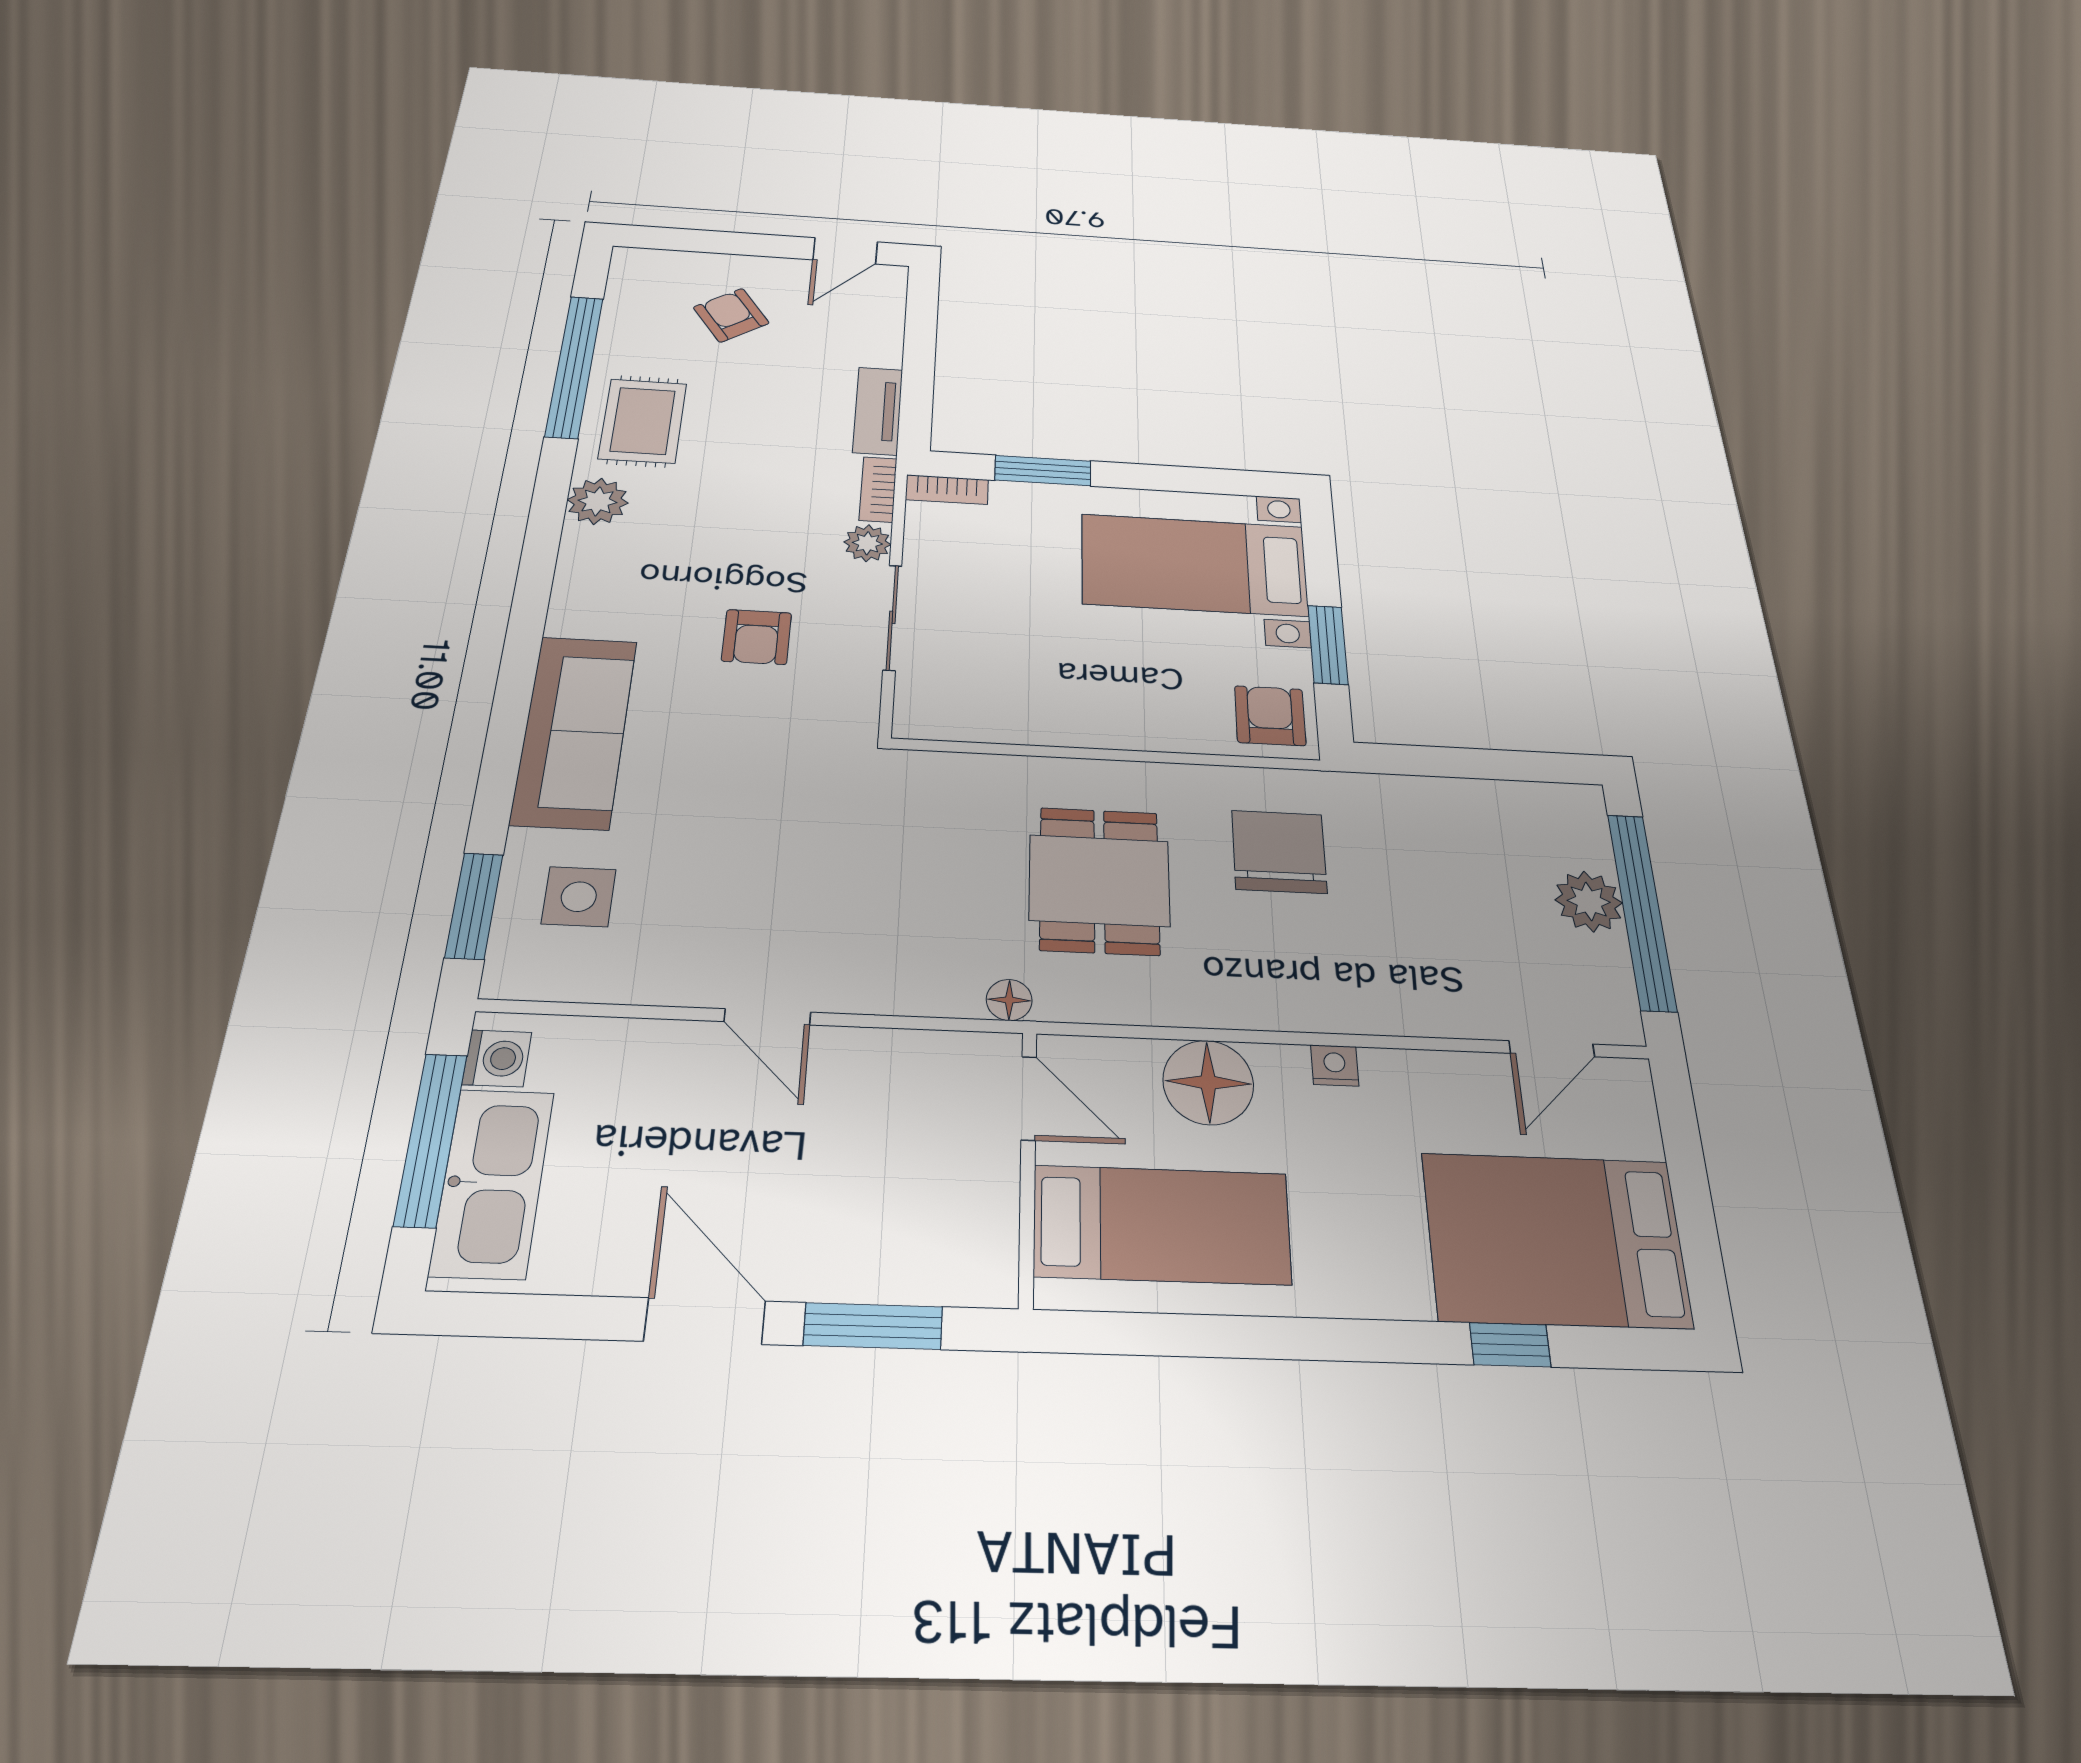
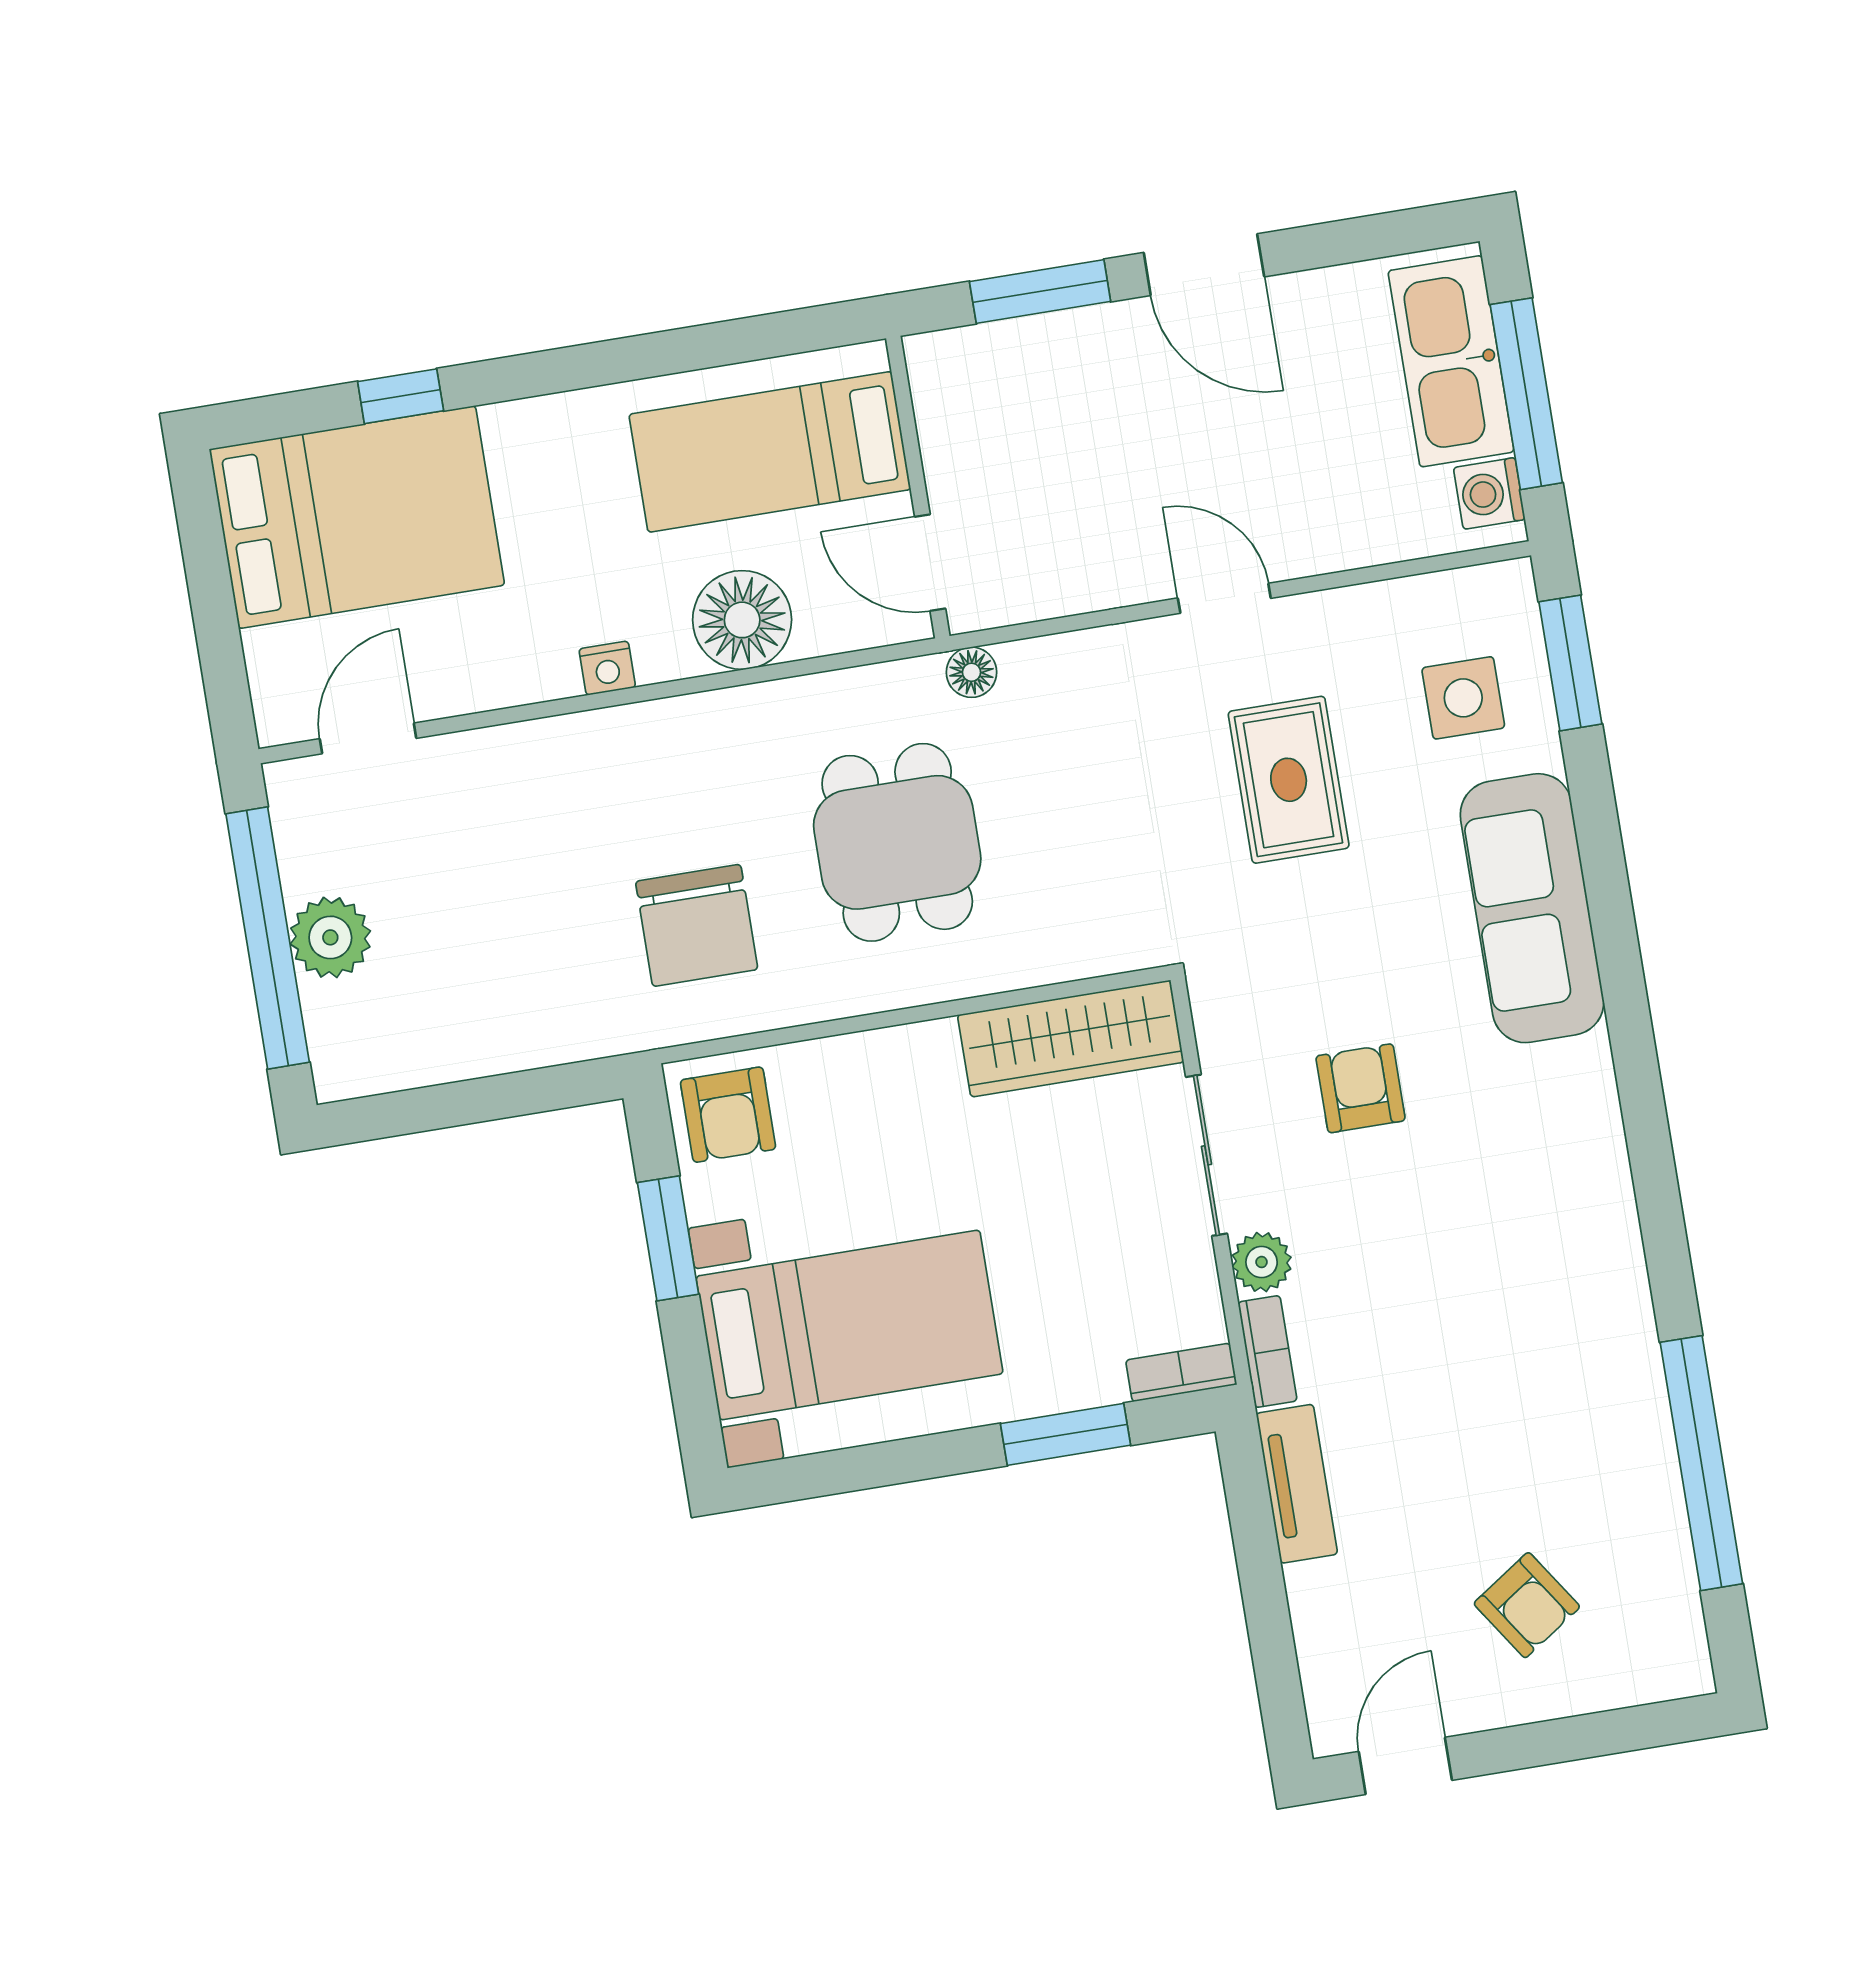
rug: (643, 421) -> (1289, 780), moved
plant: (598, 501) -> (1606, 1248), removed
wardrobe: (983, 714) -> (1071, 1039), added

